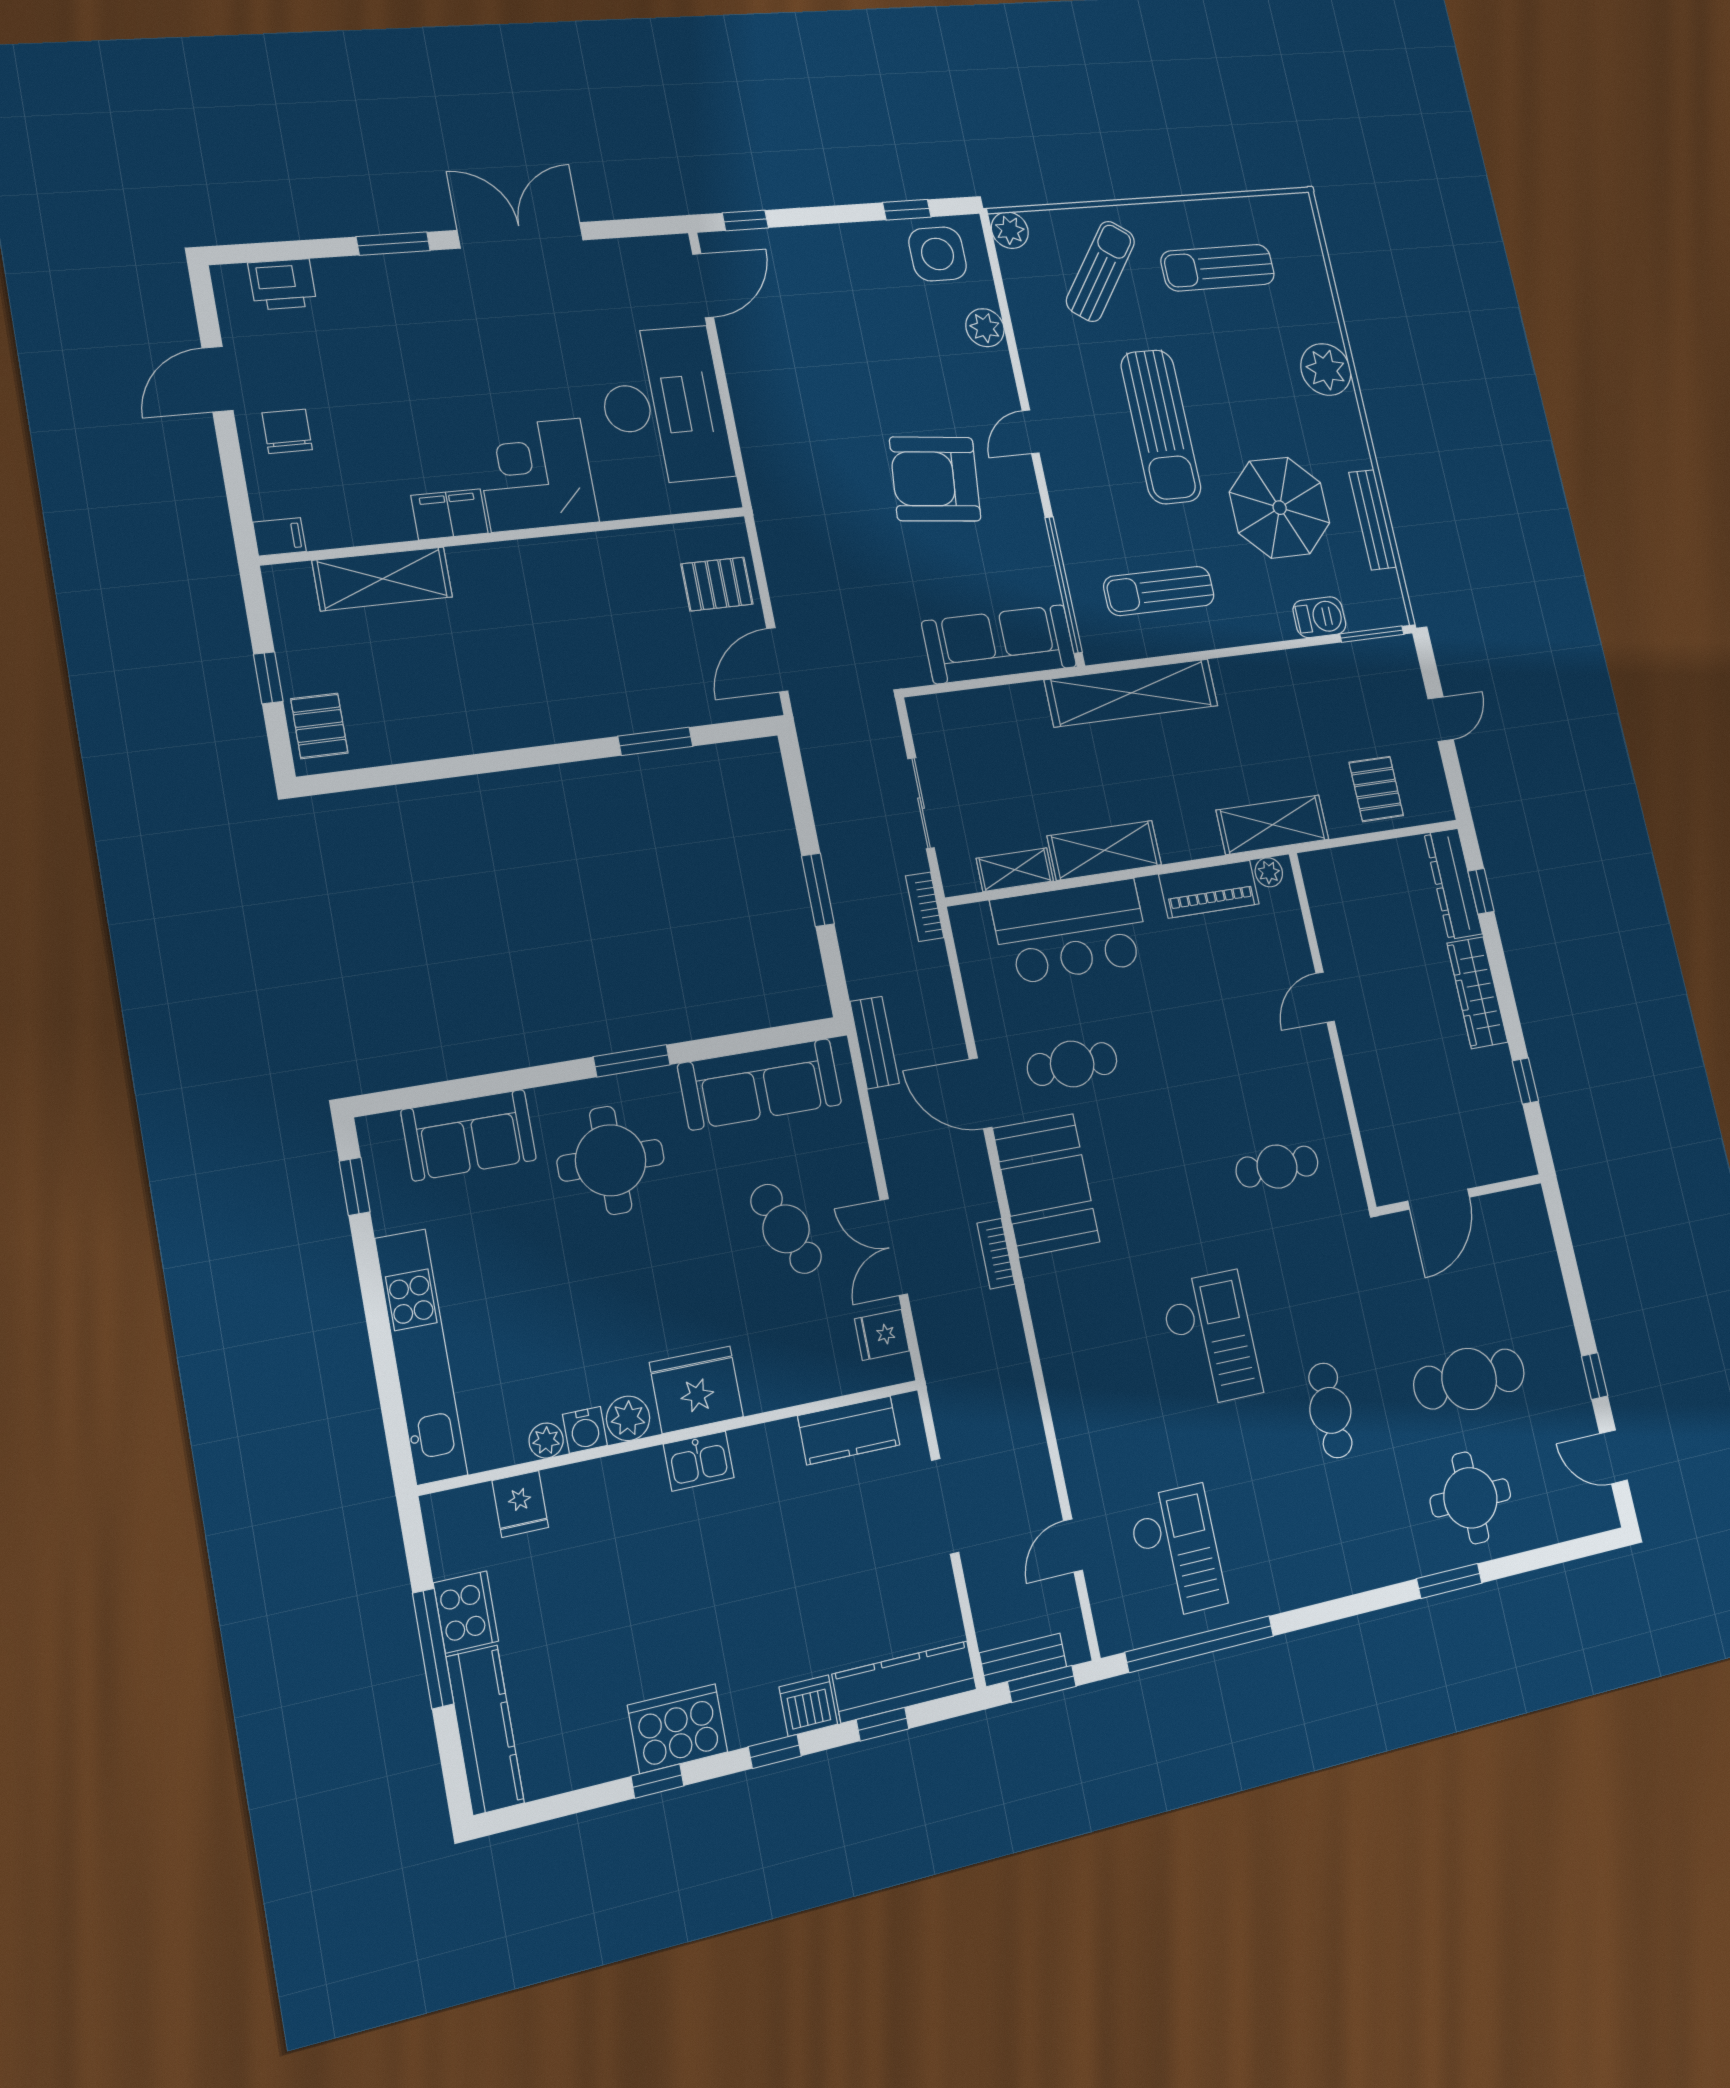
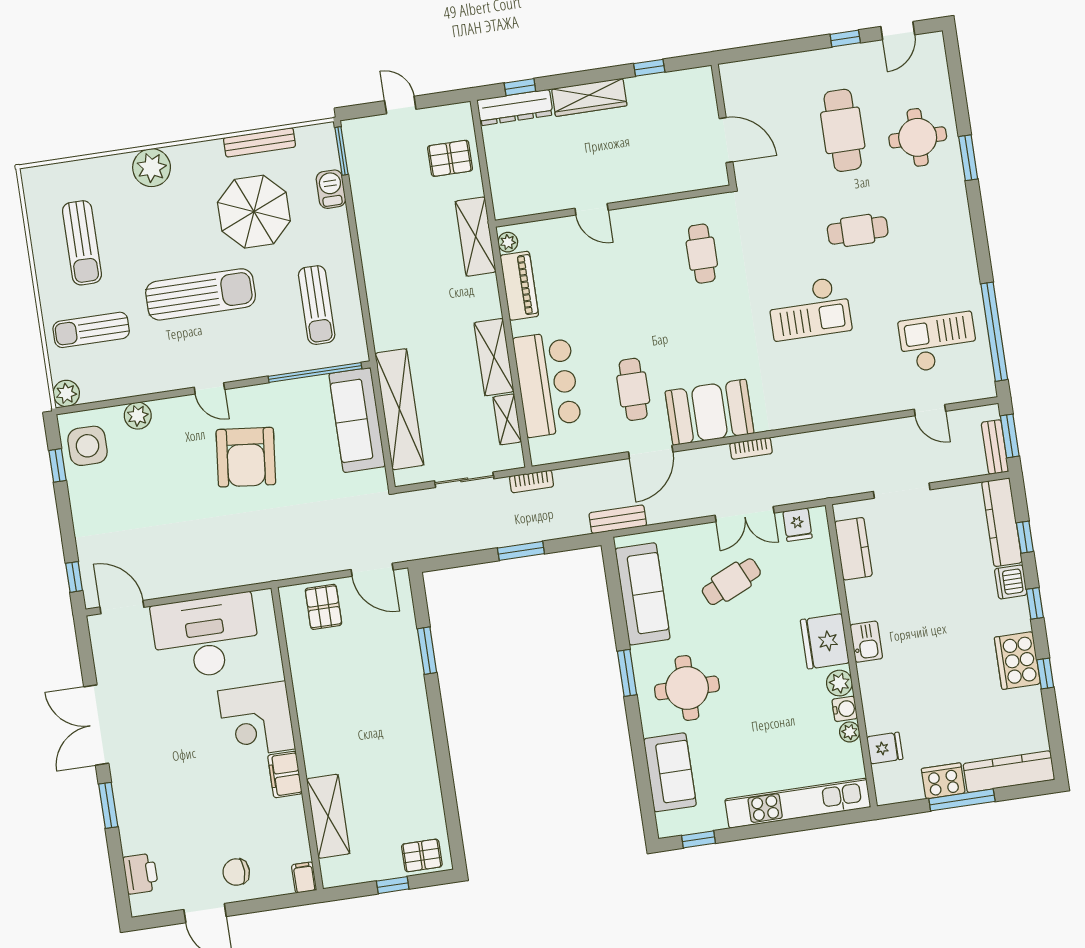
sun lounger: (1100, 271) -> (91, 330), turned -36
shelving: (1132, 693) -> (399, 409), moved
checkout: (1211, 1339) -> (809, 309), turned 180

